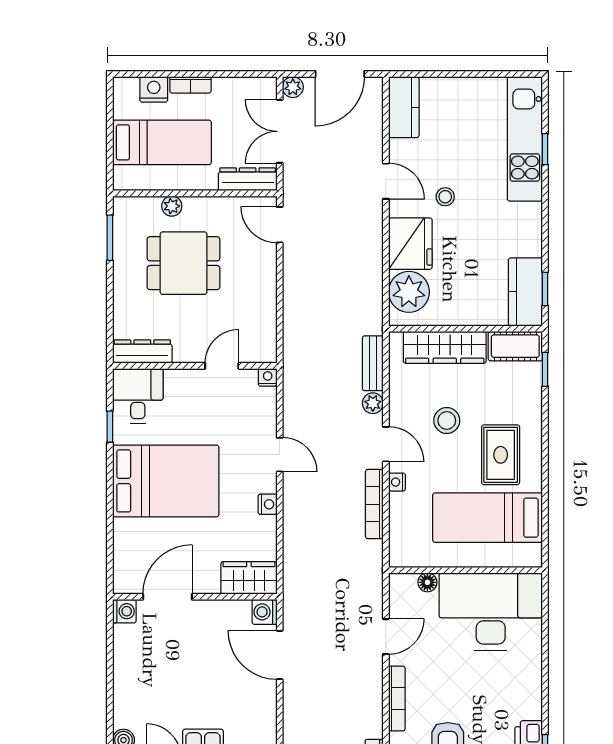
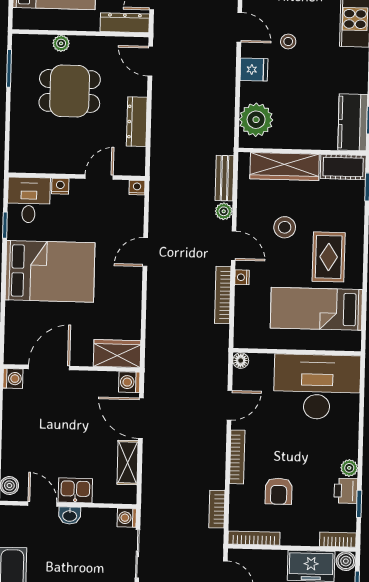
fridge: (410, 244) -> (254, 70), width x0.53, depth x0.75
dresser: (142, 352) -> (137, 122), moved, turned -90
door: (280, 455) -> (145, 252), swing flipped
nightstand: (268, 504) -> (60, 186), moved, turned -90
floor lamp: (427, 582) -> (241, 361), moved
plant: (532, 708) -> (349, 468), added
shelving: (265, 709) -> (128, 462), added

